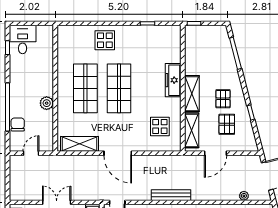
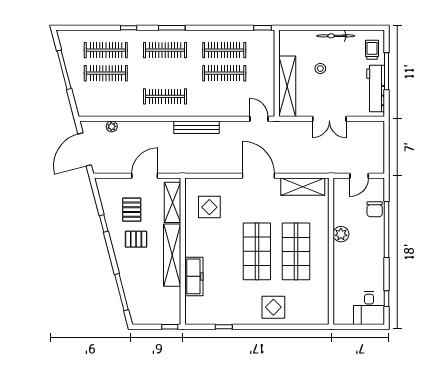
freezer: (173, 80) -> (194, 276), moved
shelving: (192, 94) -> (172, 255), width x1.47
pallet: (223, 99) -> (136, 239), turned 90

